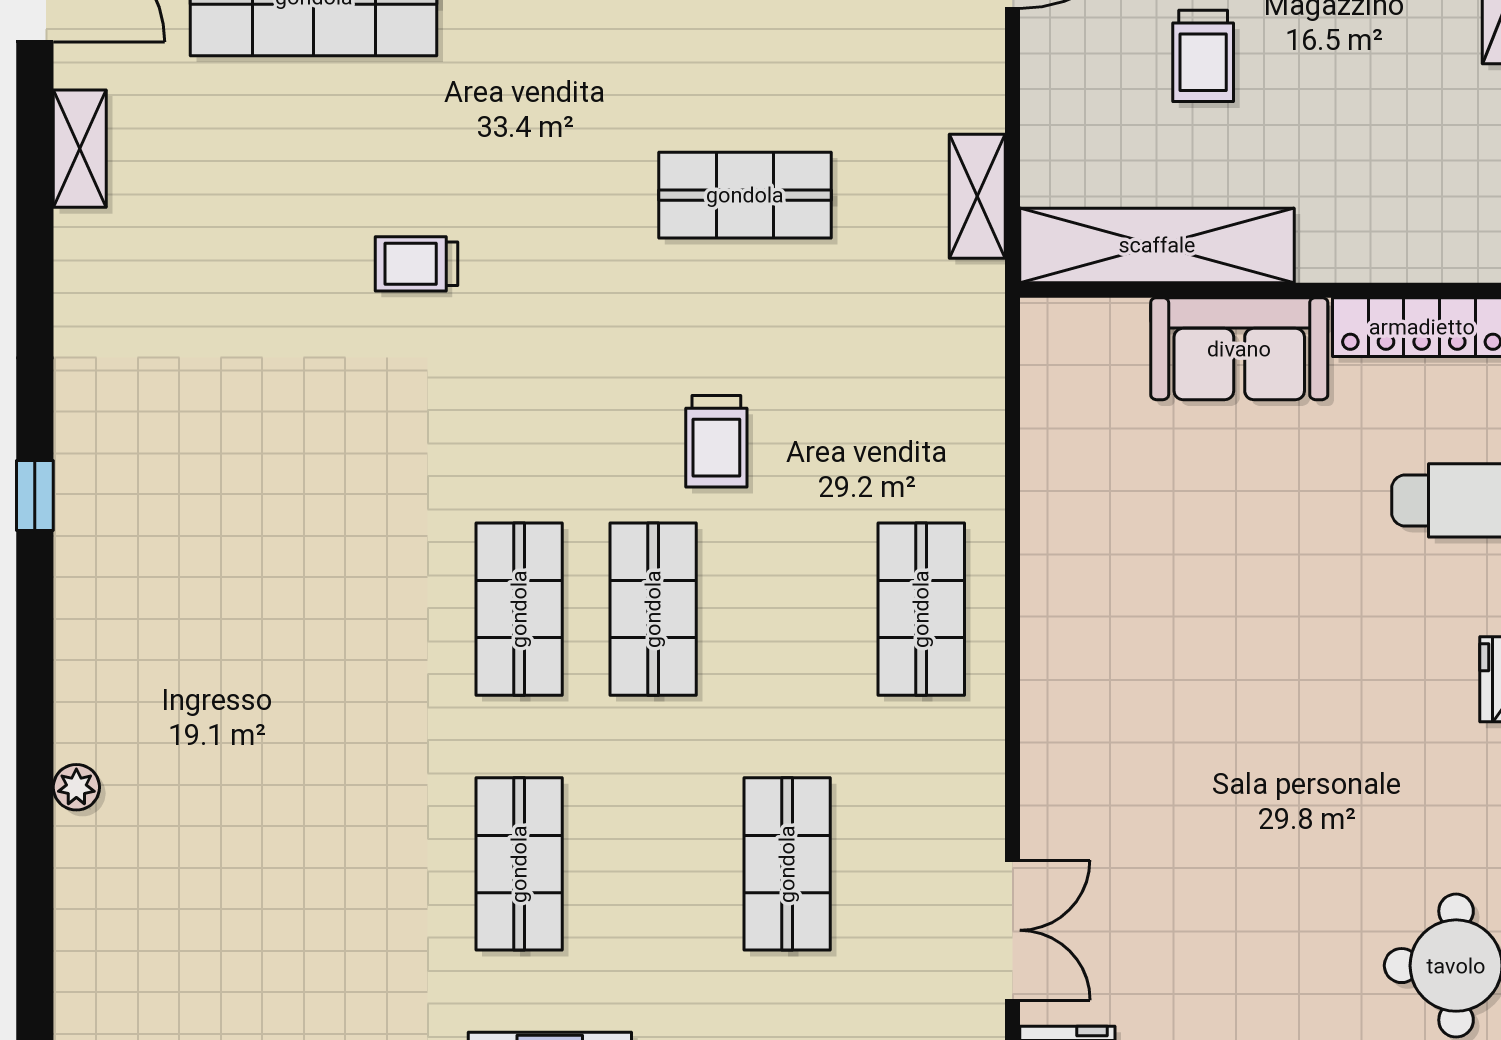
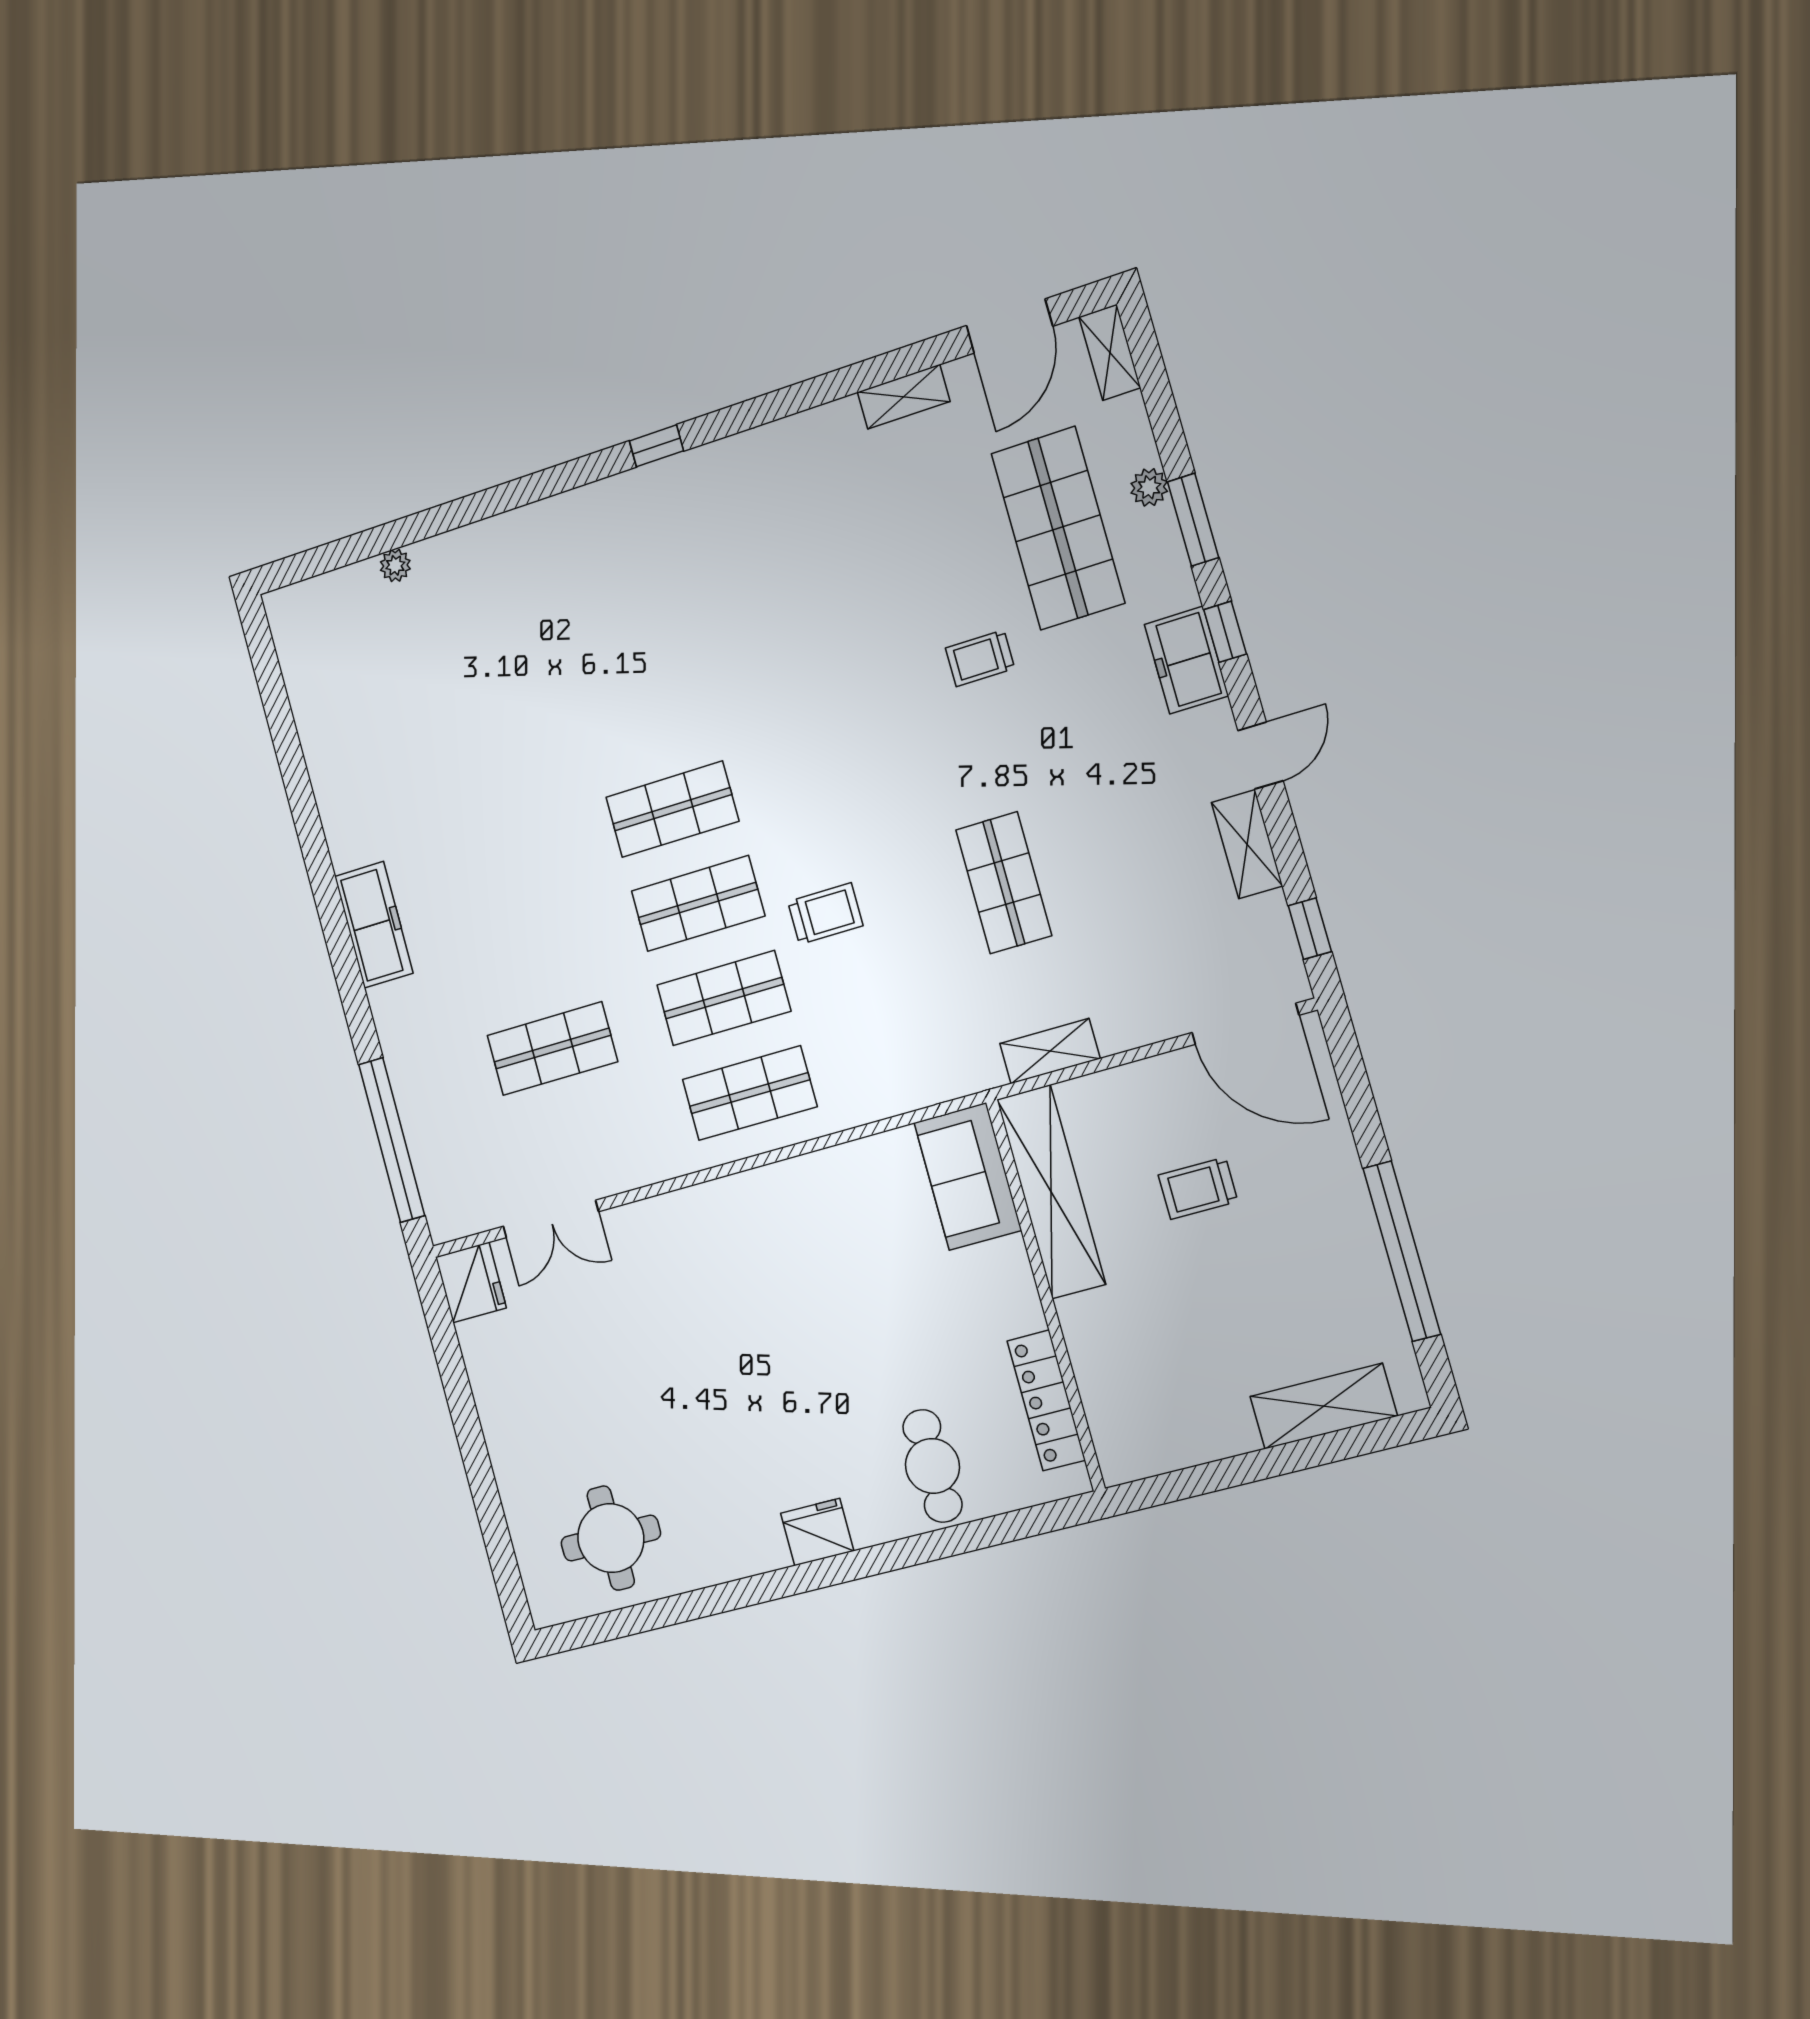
trolley: (416, 264) -> (980, 658), moved, turned -90
sofa: (1239, 349) -> (968, 1176), moved
trolley: (716, 441) -> (825, 914), turned 180
plant: (76, 787) -> (395, 565), moved
shop shelf: (519, 864) -> (724, 998), moved

